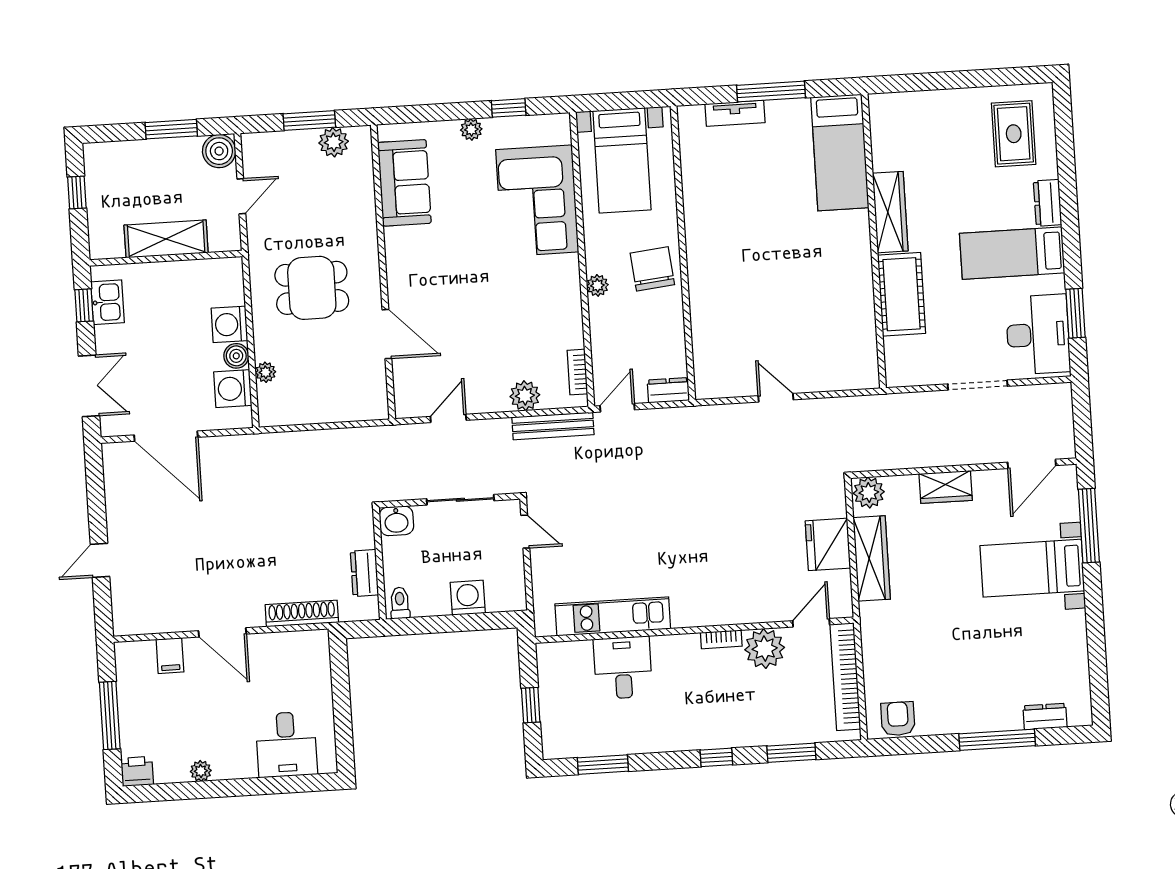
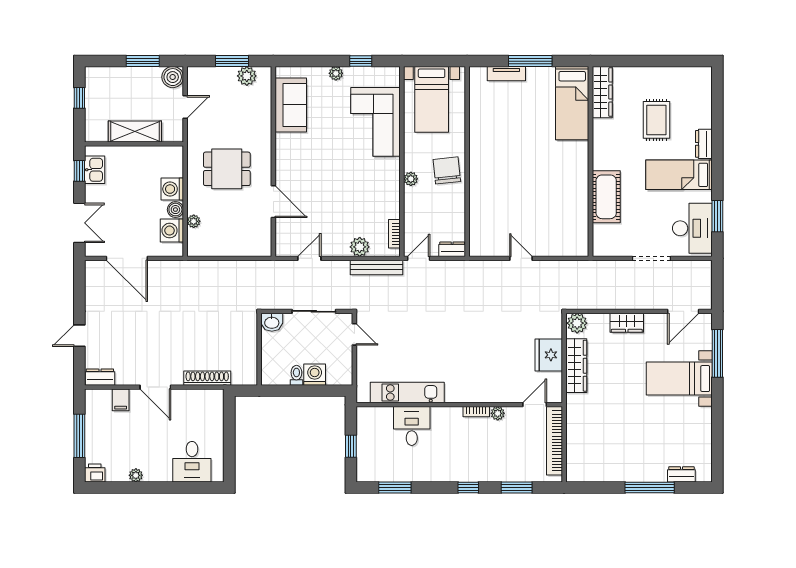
rug: (1014, 134) -> (656, 120), moved
wardrobe: (890, 212) -> (602, 92), moved
dresser: (364, 573) -> (100, 377), moved, turned 90
toilet: (400, 603) -> (296, 375), moved
plant: (765, 649) -> (498, 413), width x0.53, depth x0.53
armchair: (898, 719) -> (587, 470), removed

